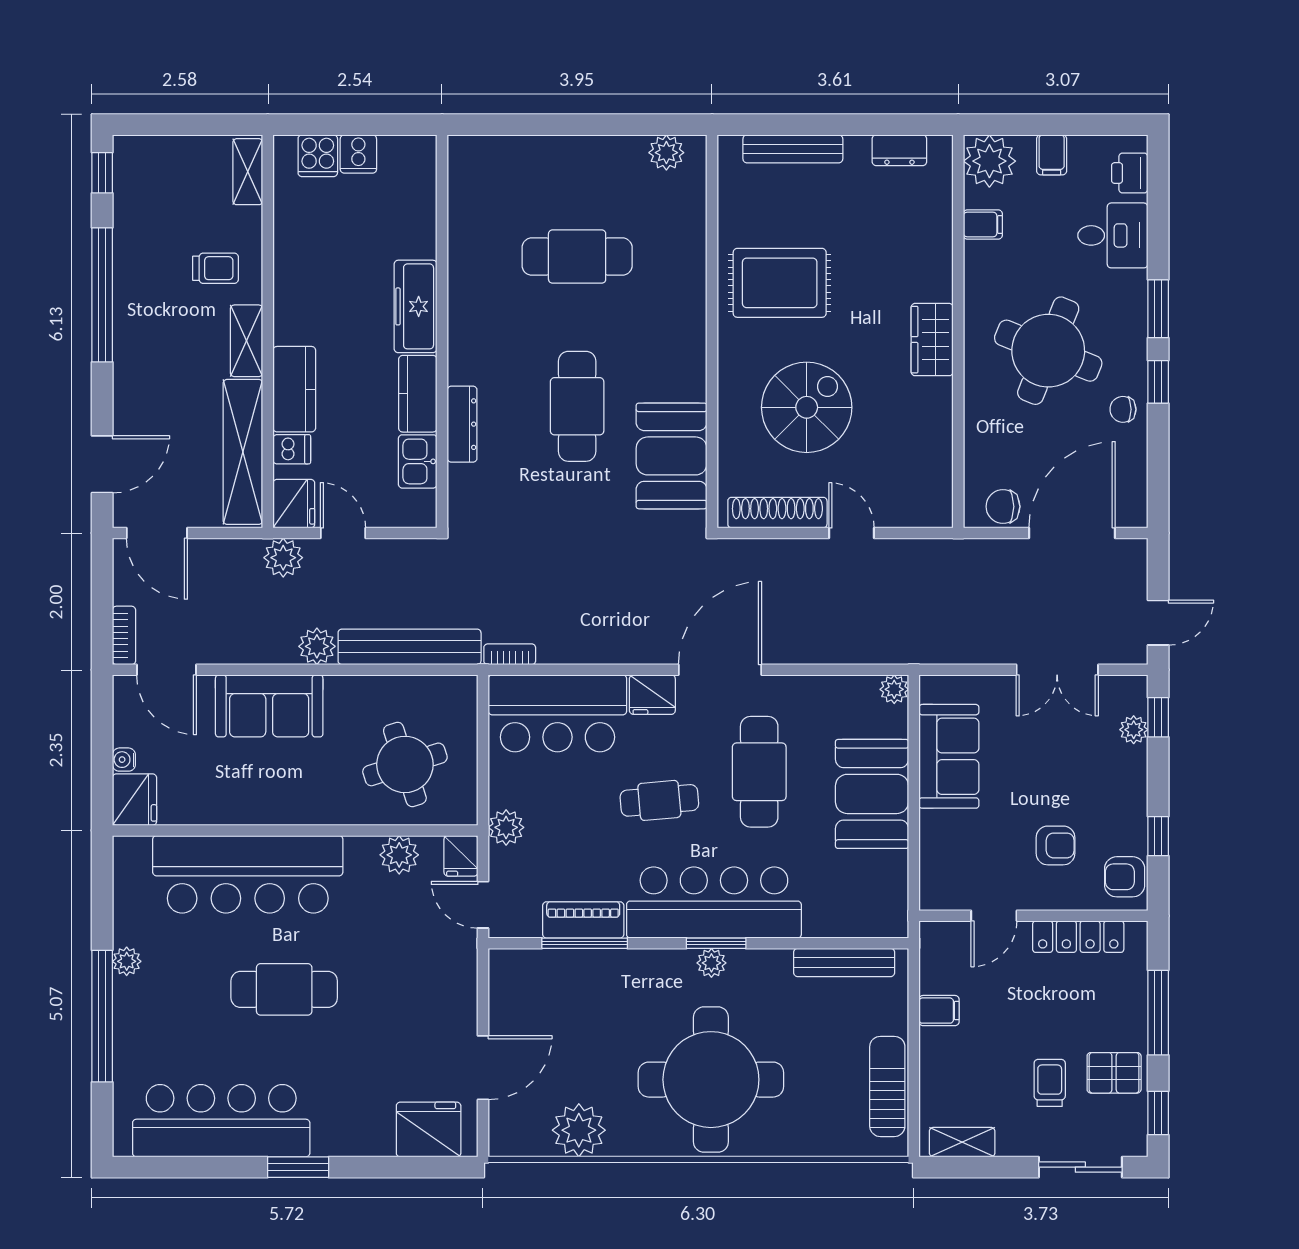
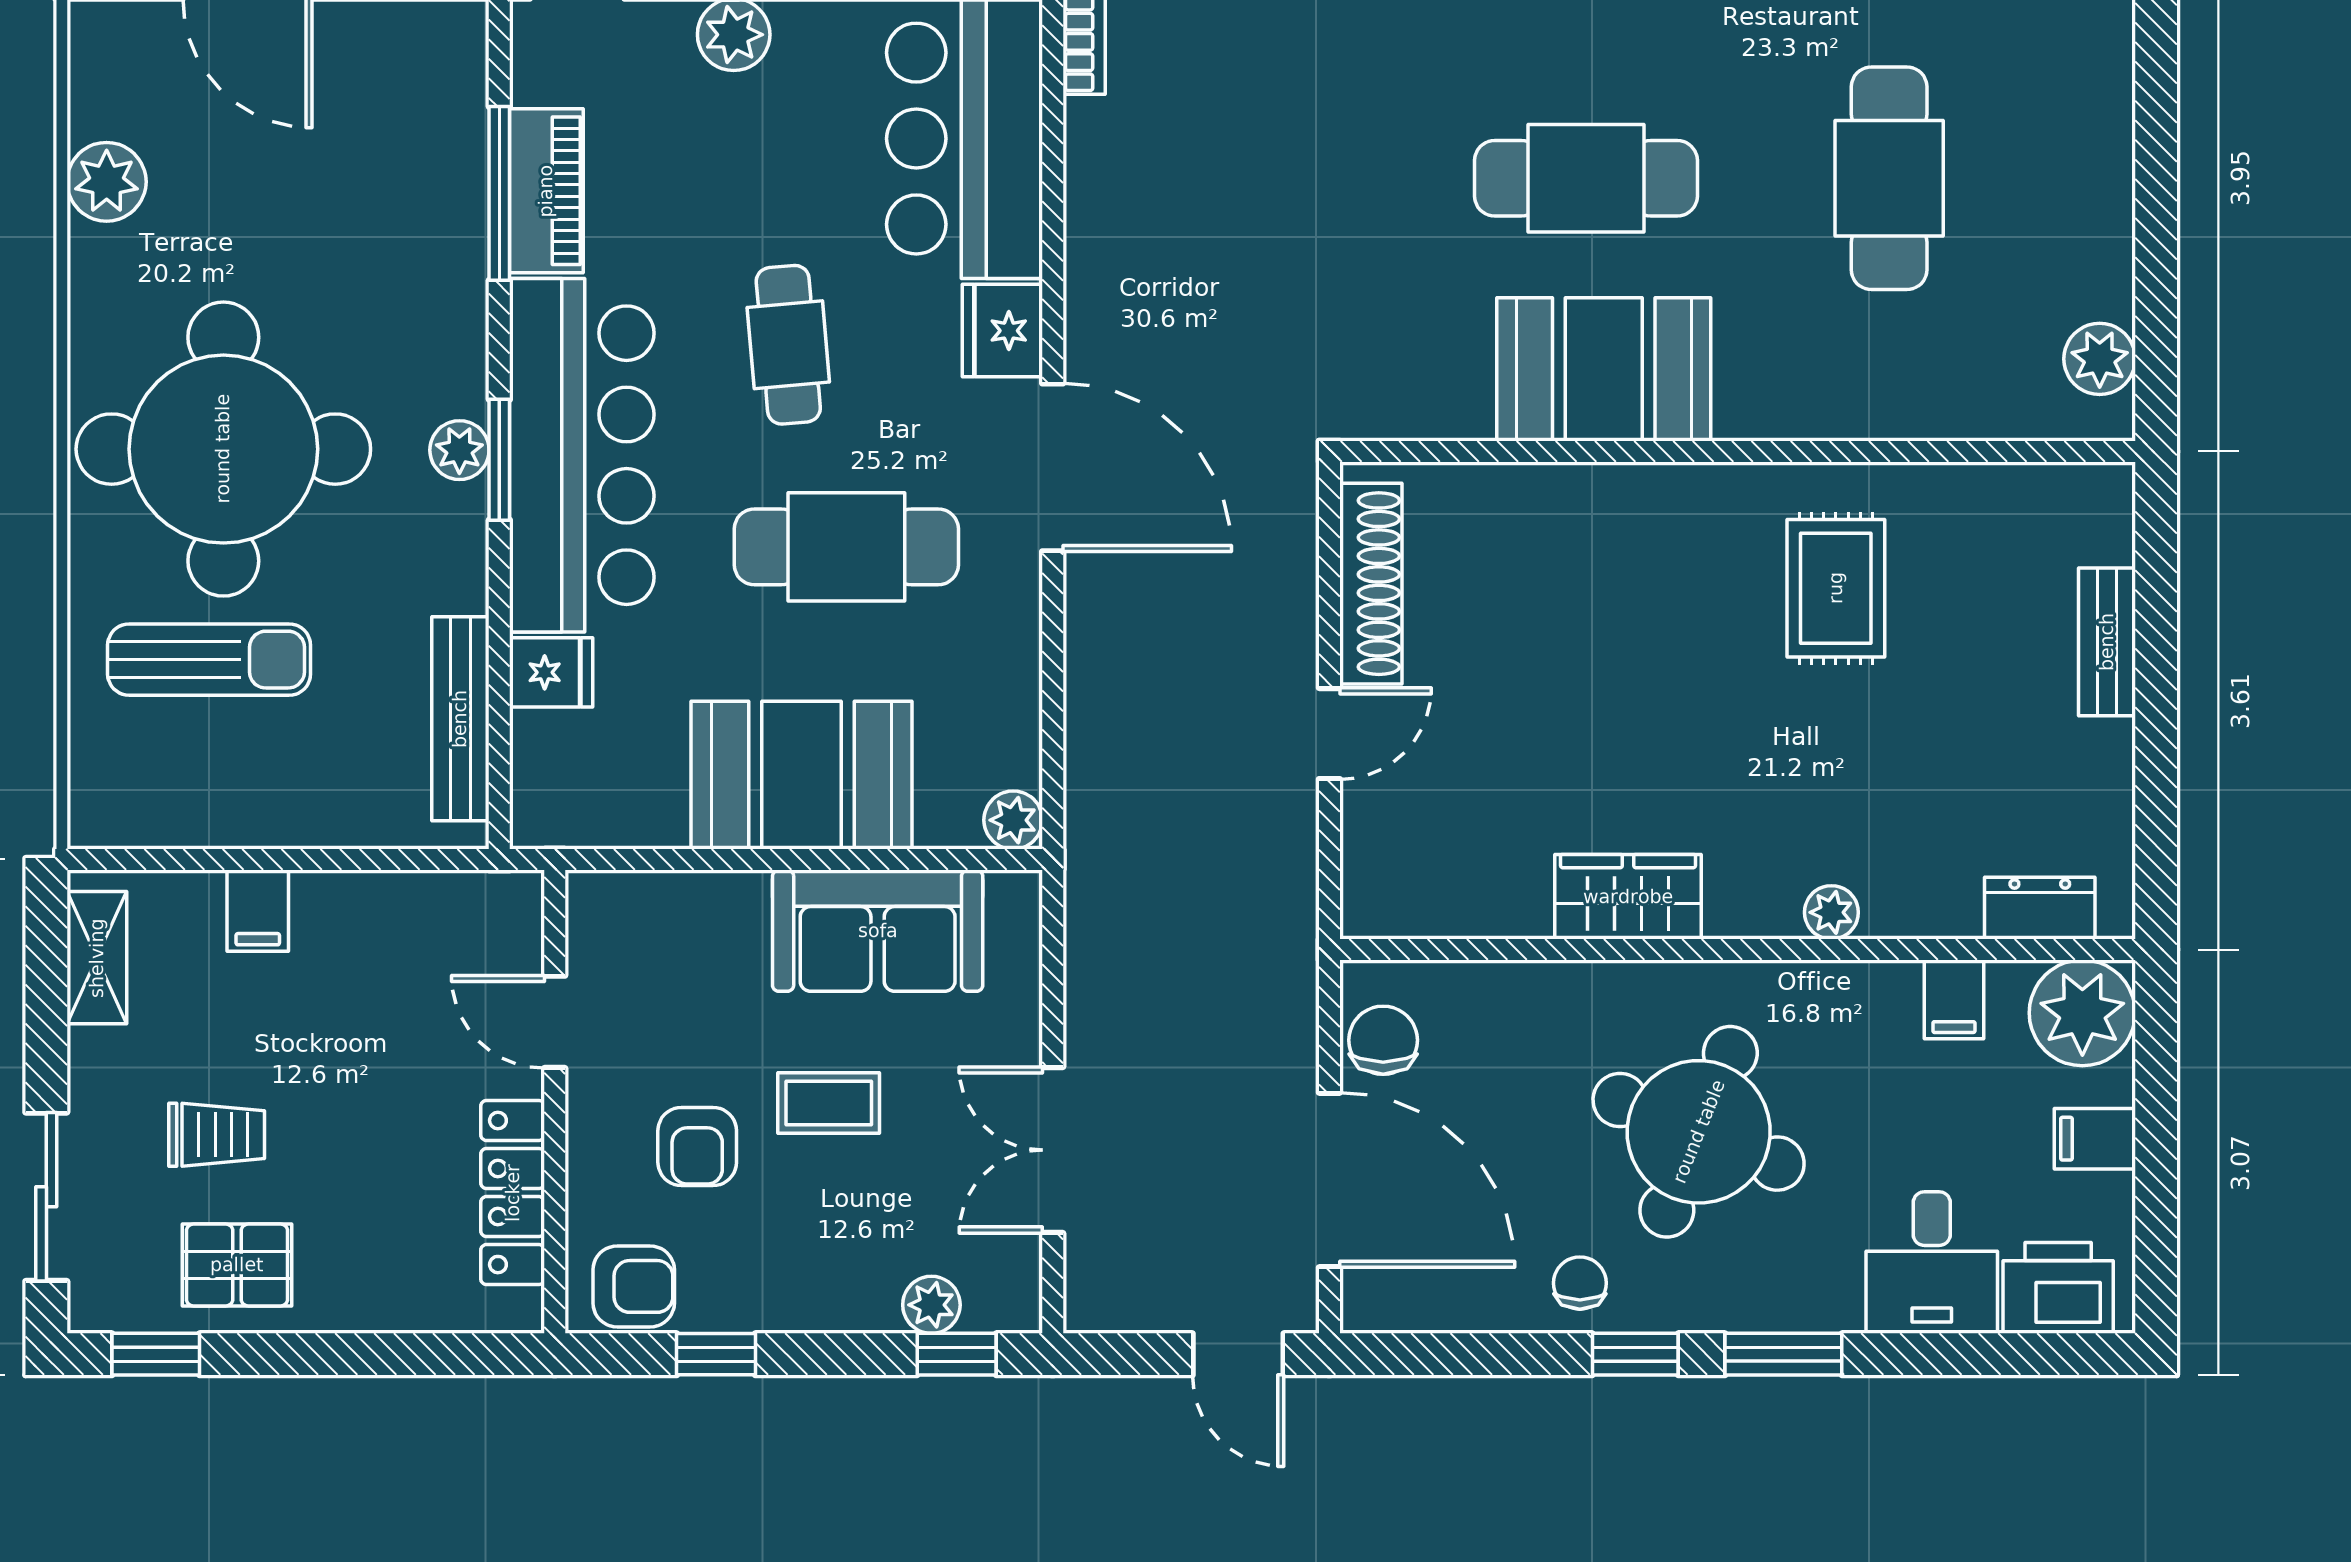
bench: (793, 149) -> (2107, 642), width x0.73
dresser: (899, 150) -> (2040, 908), moved, turned 90
printer: (1130, 173) -> (2058, 1288), width x1.36, depth x1.24
rug: (780, 283) -> (1836, 588), width x0.73, depth x0.70
plant: (940, 285) -> (1831, 912), added
wardrobe: (932, 340) -> (1628, 897), moved
spiral stairs: (807, 407) -> (1584, 643), removed
booth: (672, 456) -> (1604, 369), moved
door: (1158, 623) -> (1238, 1354), moved
coffee table: (1034, 780) -> (829, 1103), added
armchair: (1125, 877) -> (634, 1286), turned 90
fridge: (821, 918) -> (551, 672), added
filing cabinet: (939, 1011) -> (258, 911), moved
window: (1158, 1013) -> (359, 1354), removed
pallet: (1114, 1073) -> (237, 1265), turned 90
sun lounger: (887, 1086) -> (209, 660), moved
plant: (579, 1130) -> (107, 182), width x0.73, depth x0.73

